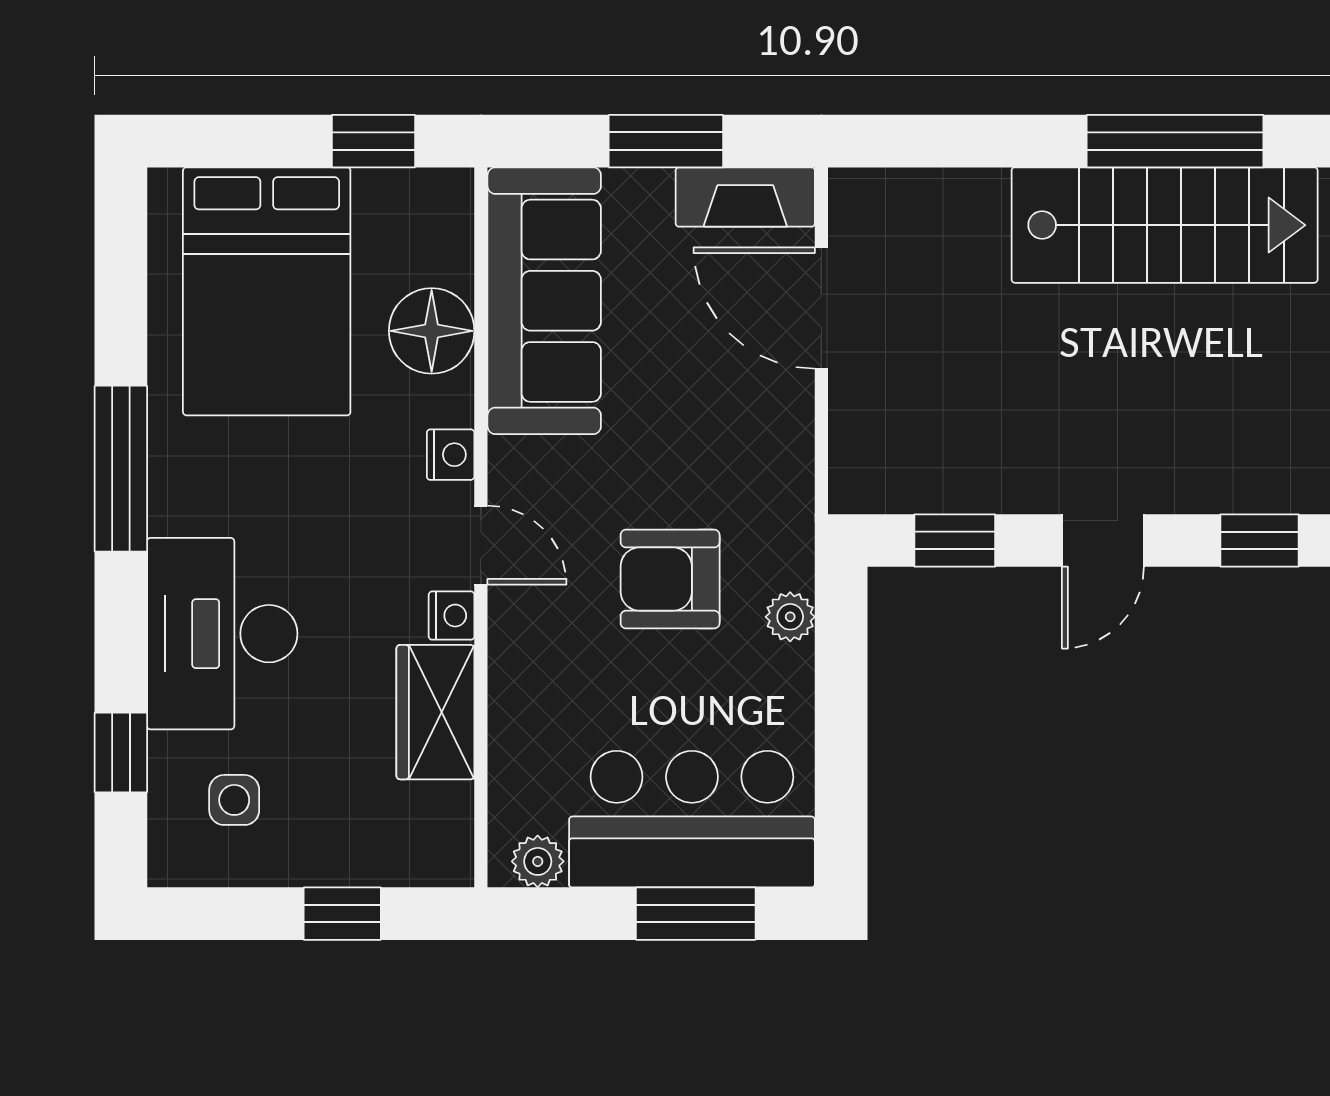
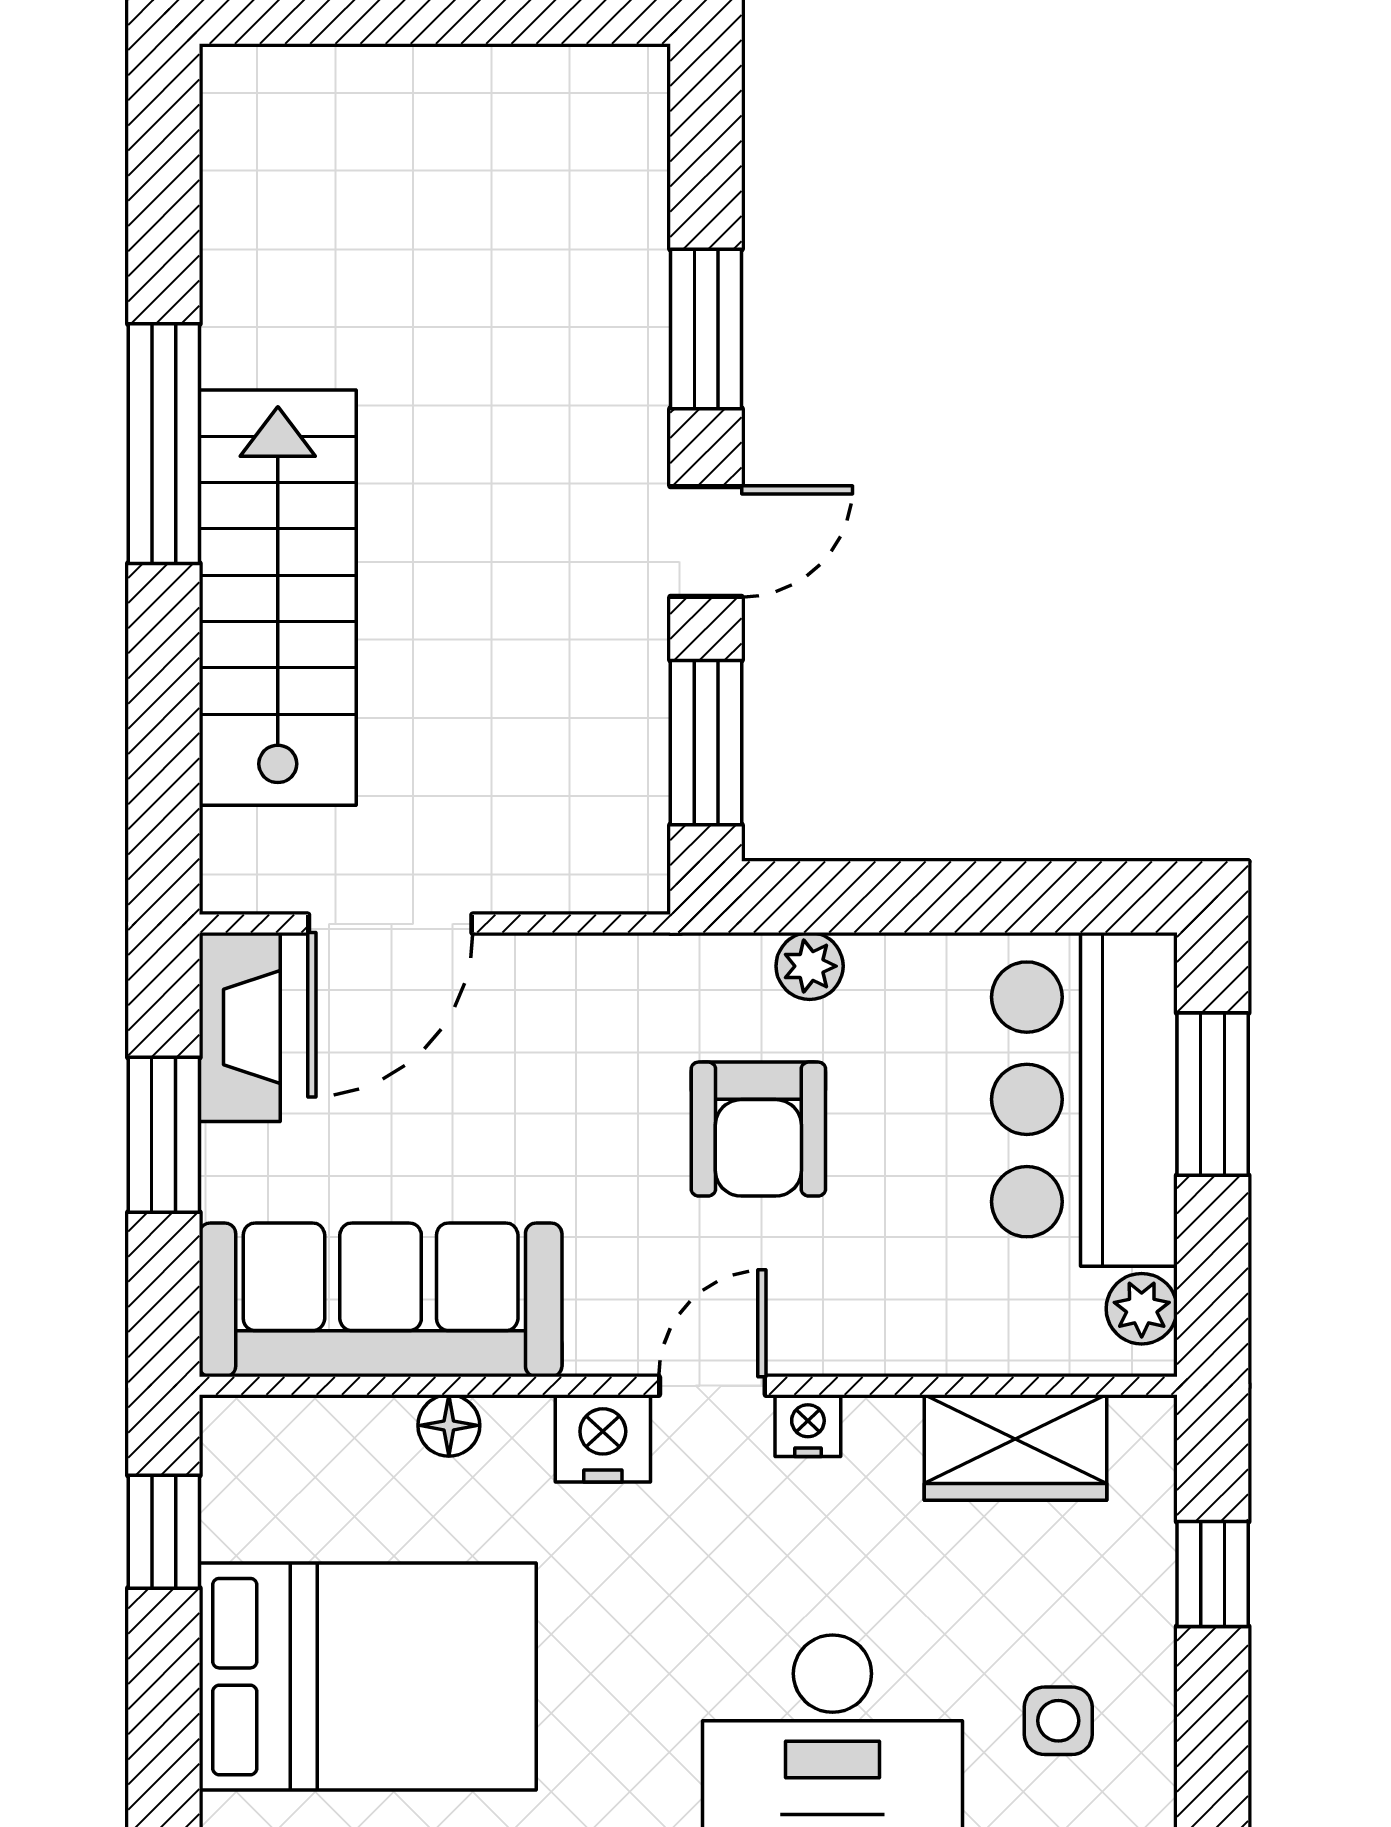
stairs: (1165, 225) -> (278, 598), moved
floor lamp: (432, 331) -> (449, 1425), width x0.53, depth x0.53
nightstand: (451, 455) -> (603, 1438), width x1.39, depth x1.35
window: (955, 540) -> (706, 743), width x1.50
door: (1103, 540) -> (706, 541), hinge flipped
window: (1260, 540) -> (706, 329), width x1.50
wardrobe: (435, 712) -> (1016, 1448), moved

